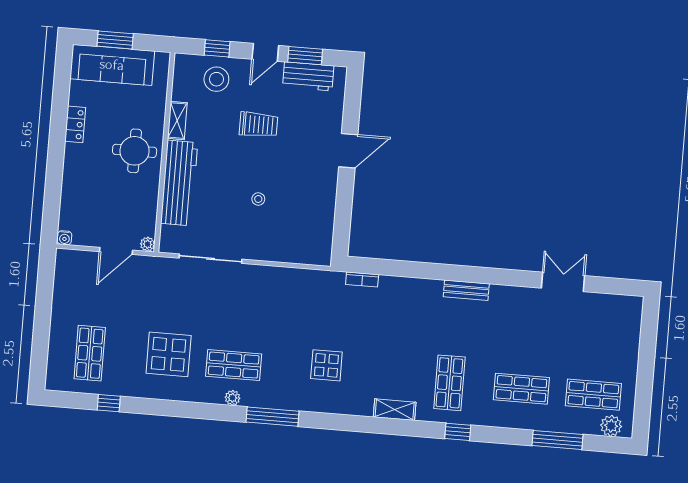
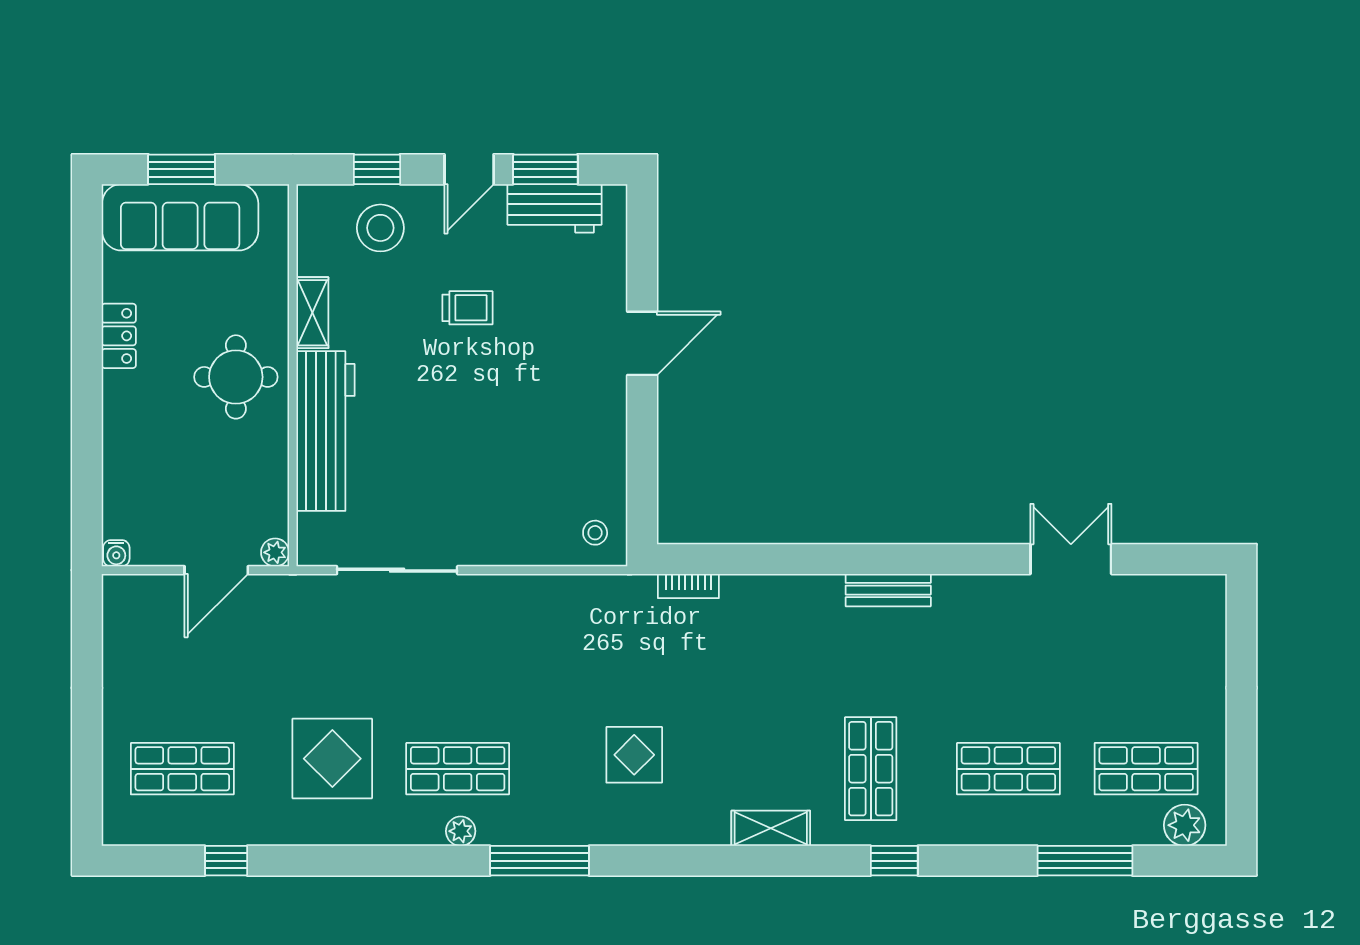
trolley: (259, 125) -> (467, 308), width x0.73, depth x0.72
stool: (258, 199) -> (595, 533), moved
shop shelf: (90, 353) -> (182, 769), turned 90

